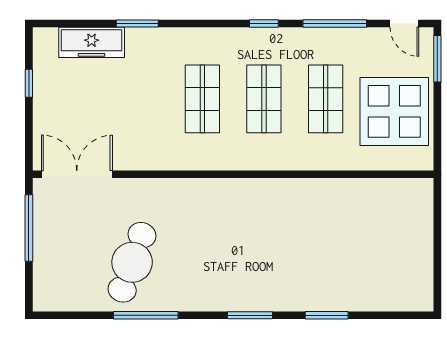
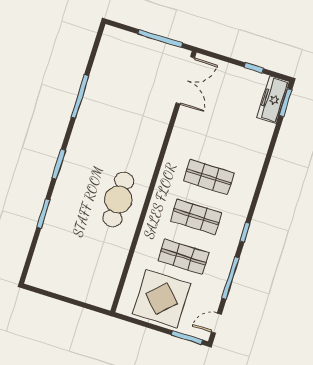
window: (137, 24) -> (285, 103), moved
freezer: (92, 42) -> (273, 100), moved
cafe table: (132, 262) -> (118, 199), moved, turned 70

